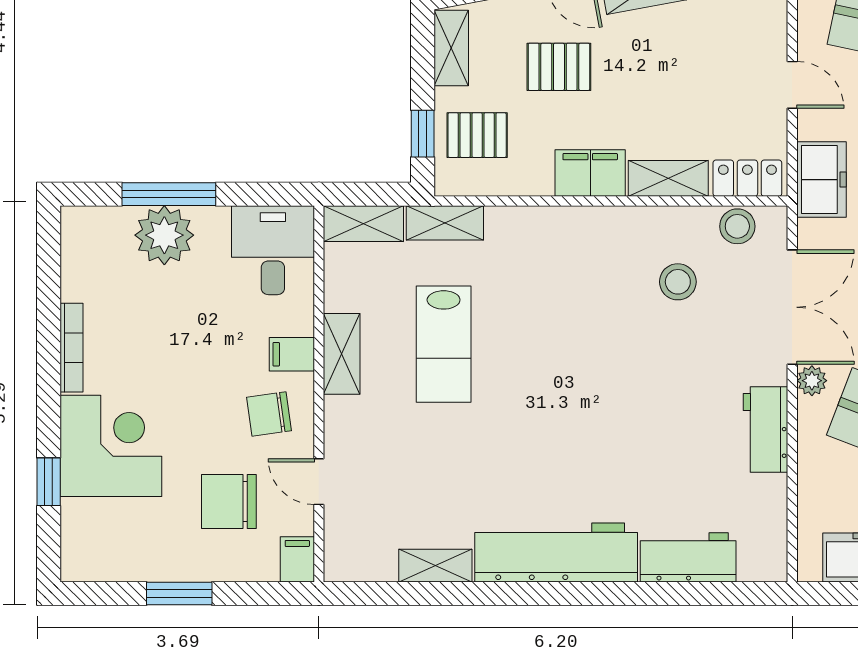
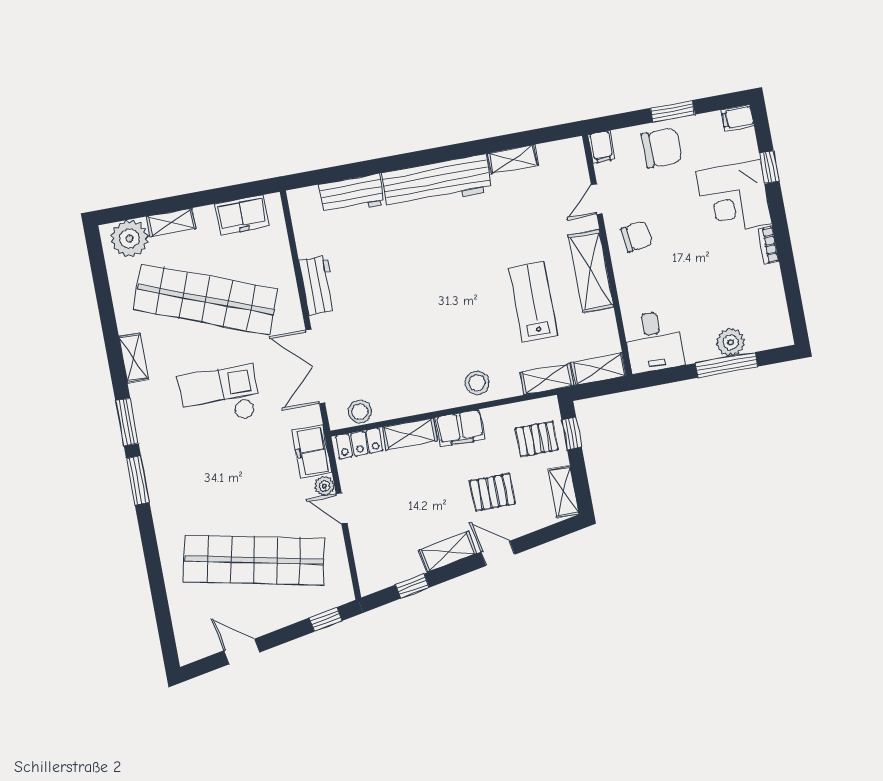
plant: (164, 235) -> (730, 342), width x0.73, depth x0.73
stool: (678, 282) -> (477, 383), moved
bookcase: (71, 348) -> (769, 245), width x0.64
filing cabinet: (292, 354) -> (738, 118), moved, turned 180
shelving: (342, 354) -> (591, 271), width x1.50, depth x1.33
plant: (812, 381) -> (324, 486), moved
door: (319, 482) -> (597, 199), swing flipped
chair: (229, 501) -> (662, 148), moved

